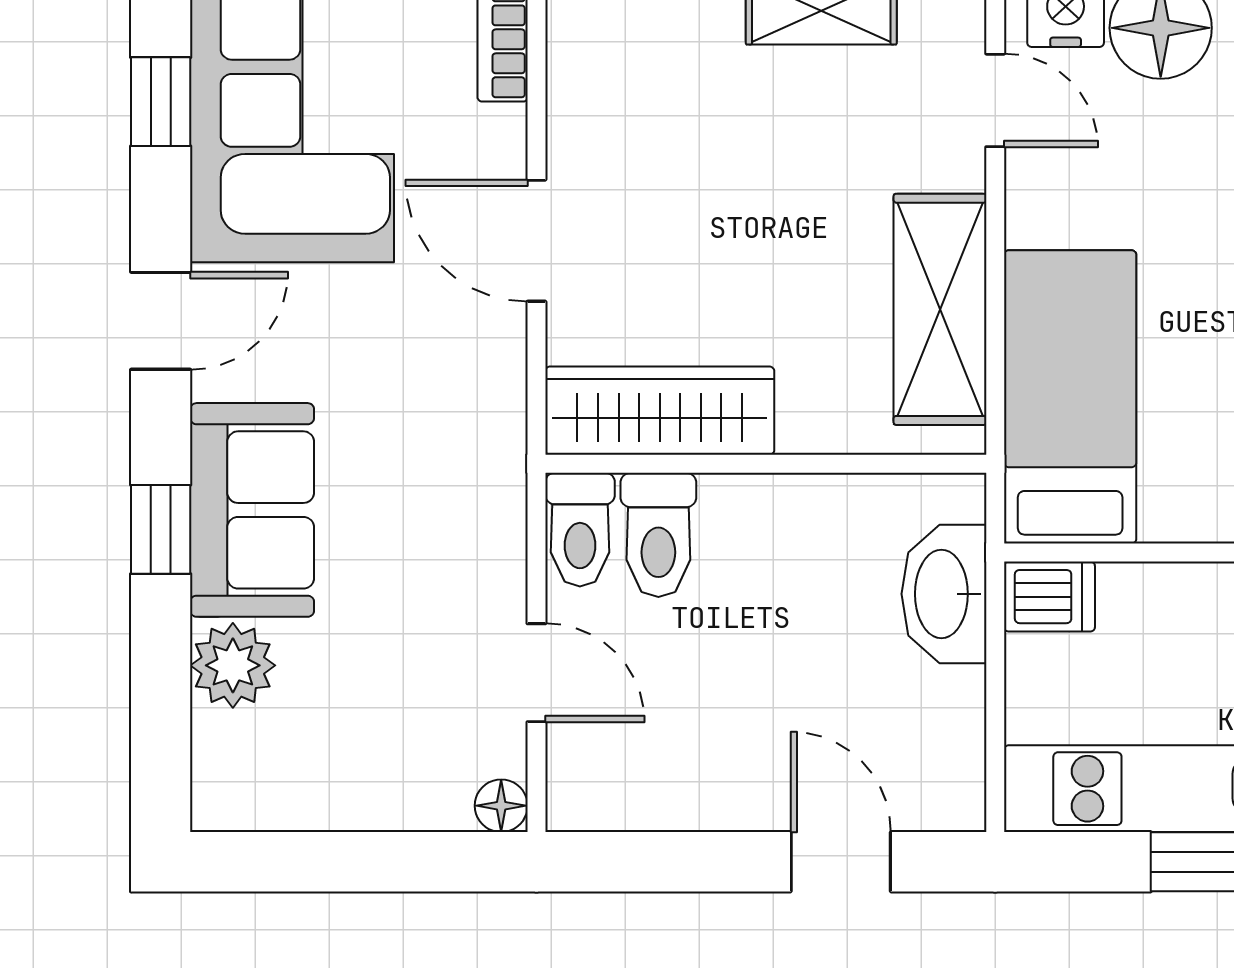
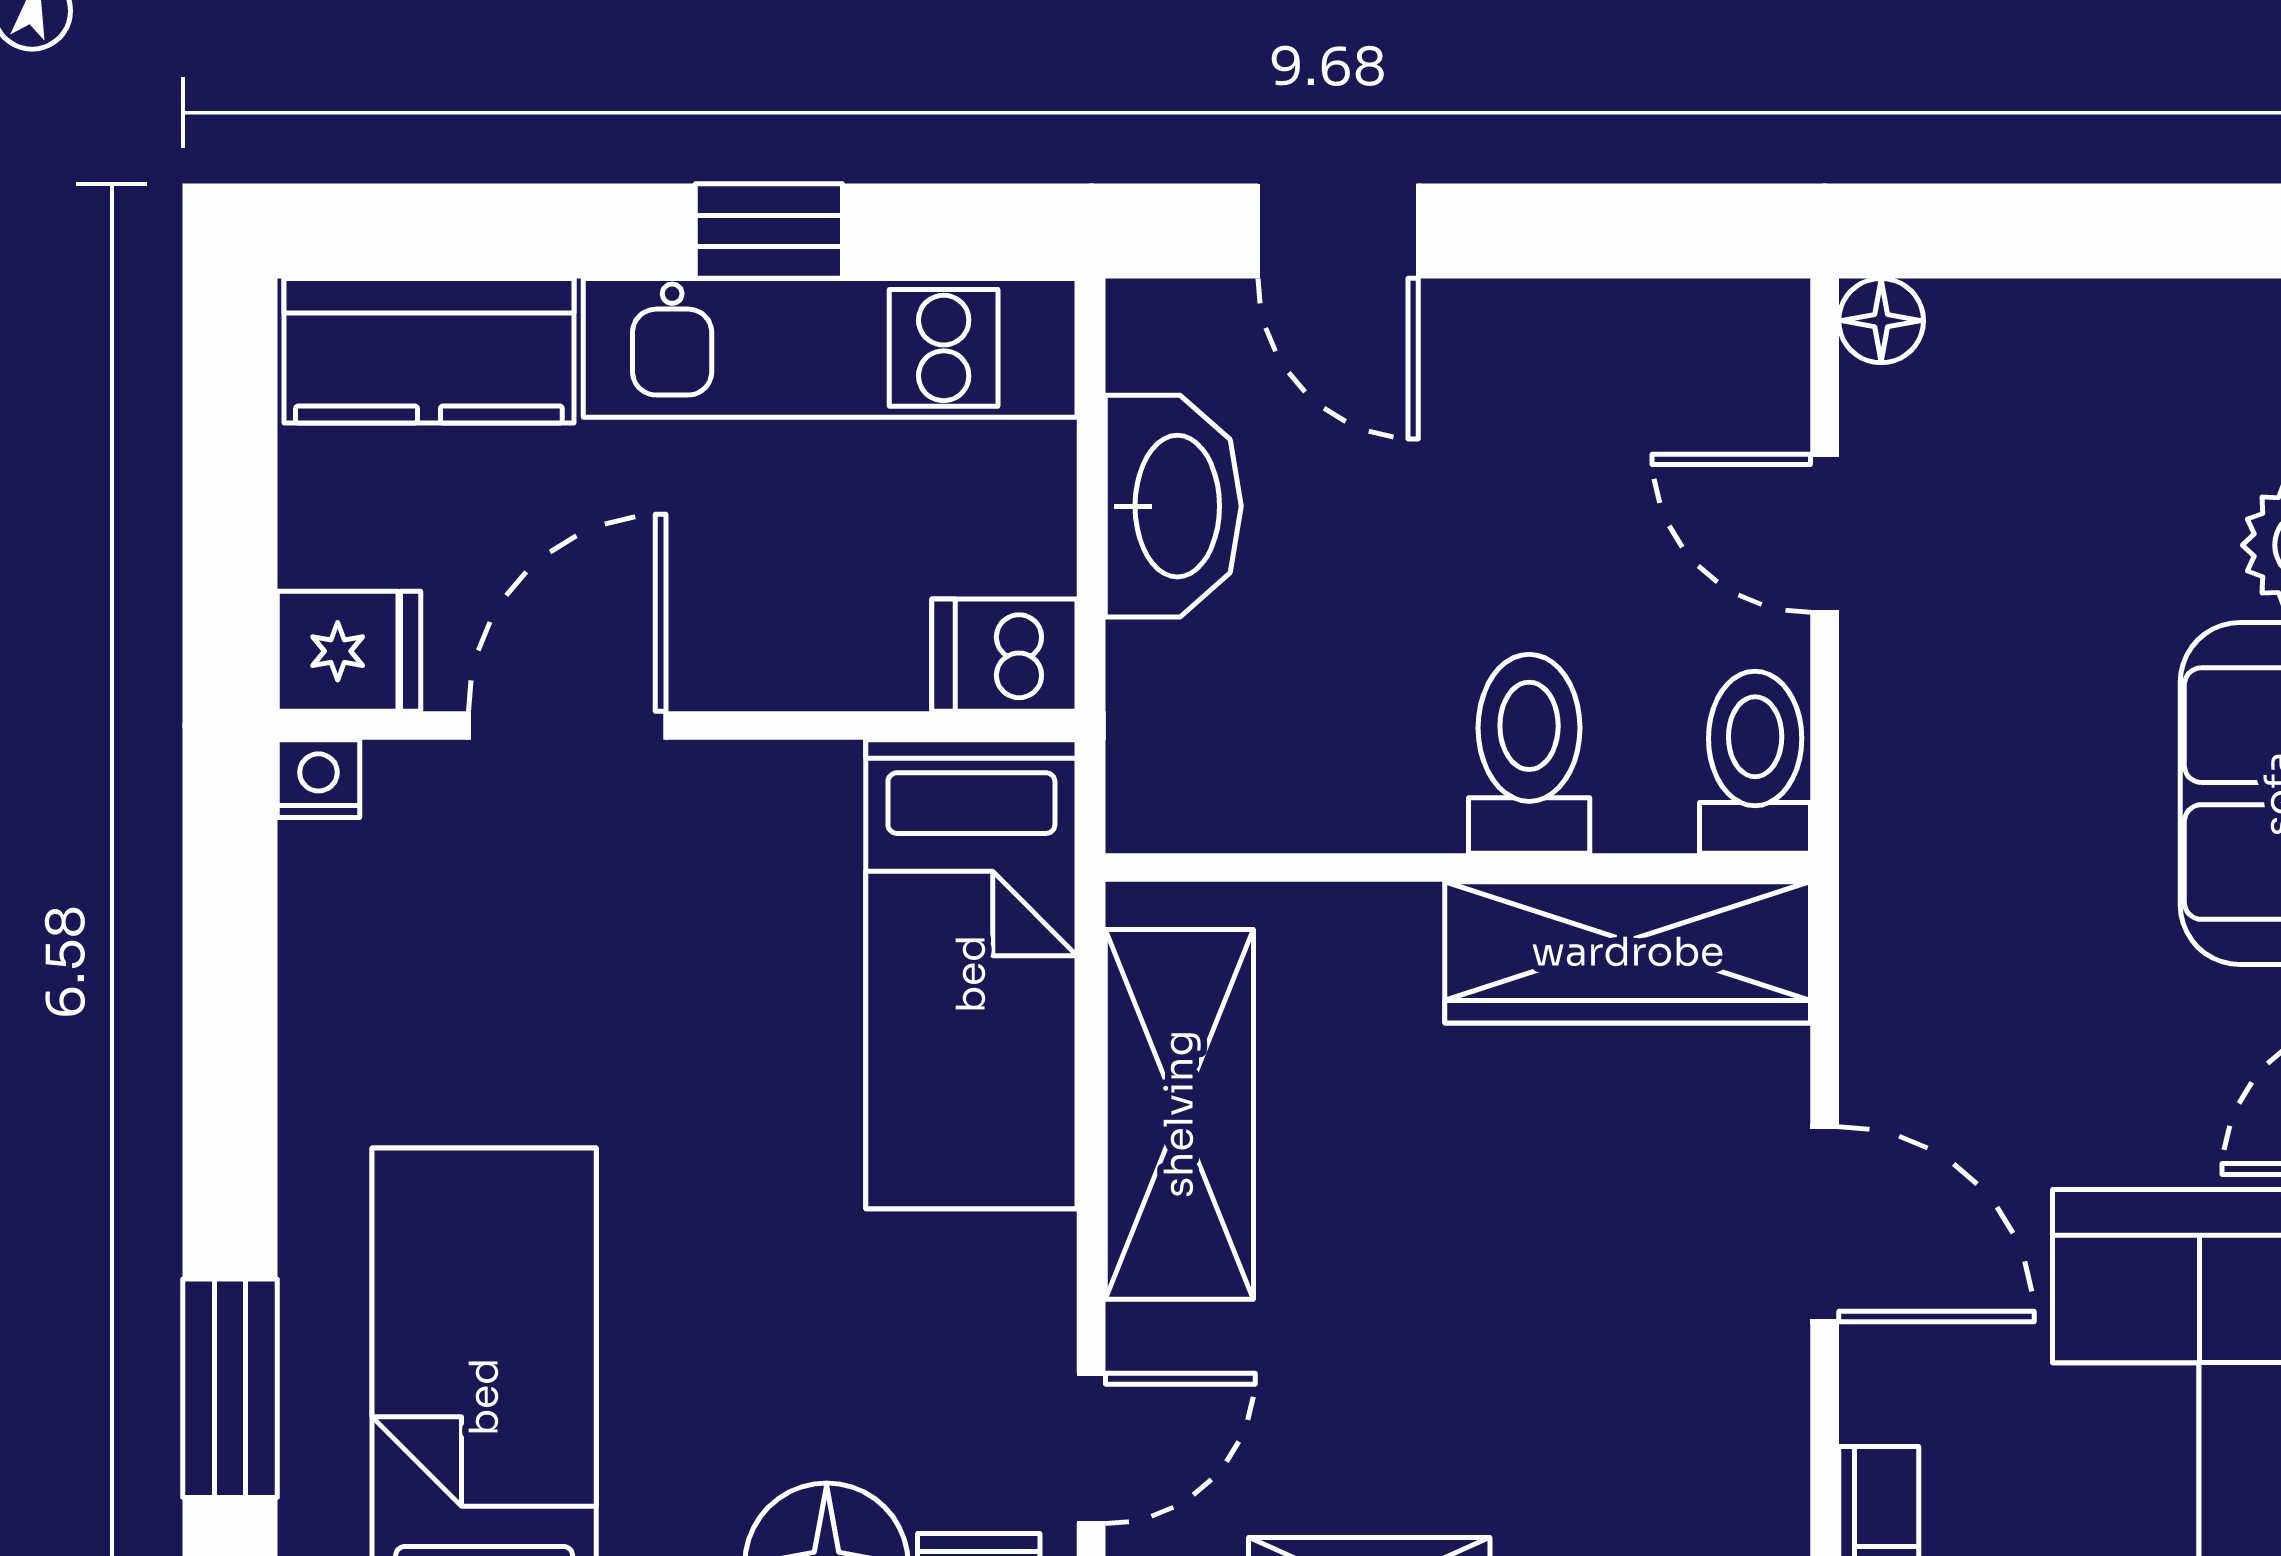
door: (995, 100) -> (1091, 1448), swing flipped
toilet: (658, 535) -> (1529, 754), moved
washbasin: (944, 594) -> (1173, 506), moved

